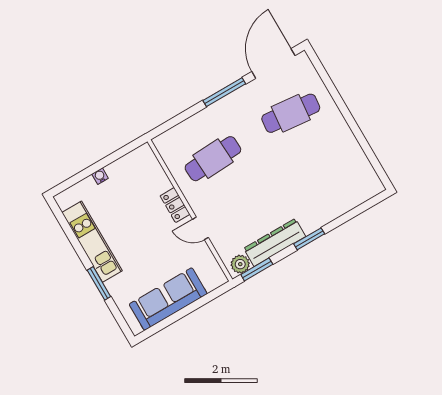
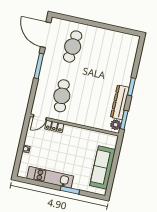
locker: (175, 205) -> (54, 126), moved
door: (200, 228) -> (40, 117), moved

